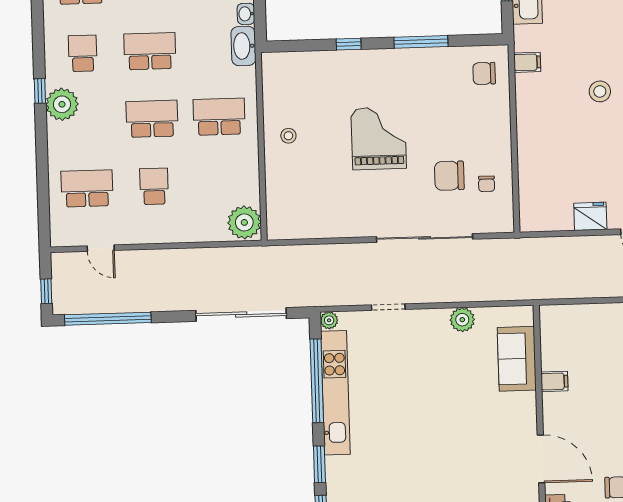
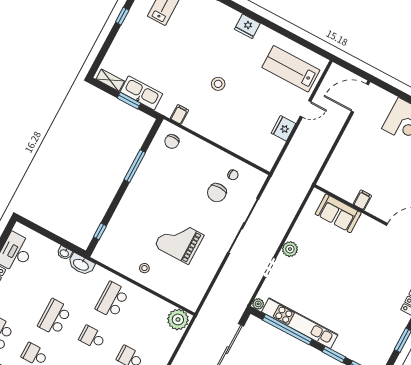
window: (349, 44) -> (100, 231), moved
school desk: (152, 119) -> (92, 337), width x0.54
grand piano: (379, 138) -> (179, 241), moved
plant: (462, 320) -> (290, 249), moved

